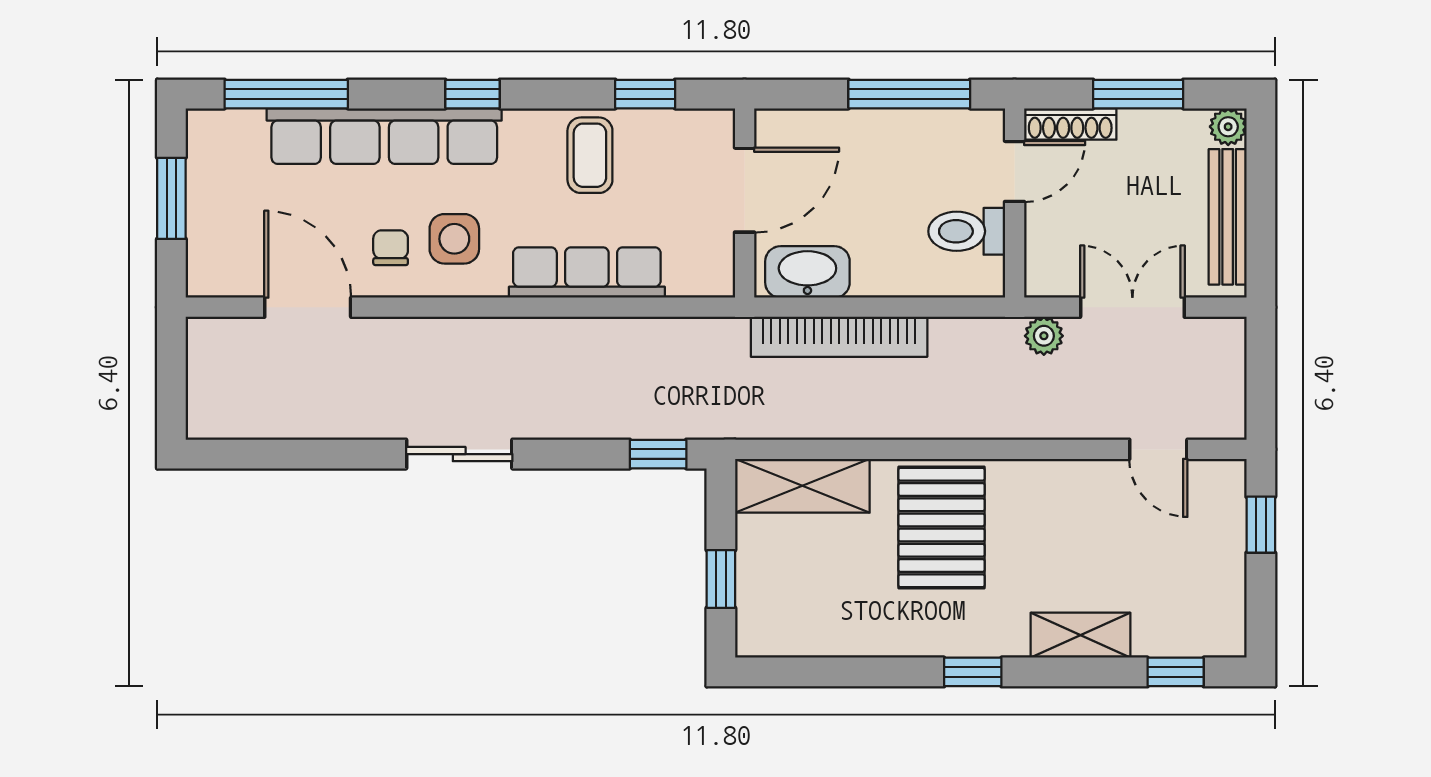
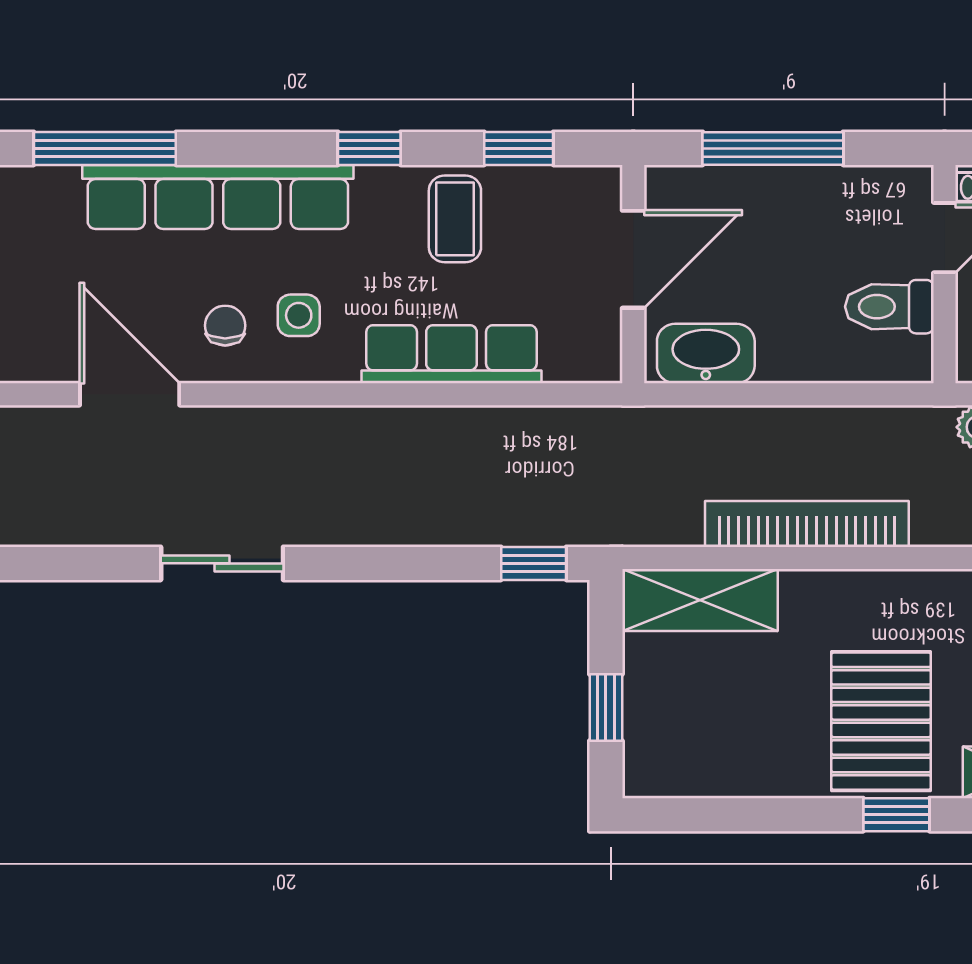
window: (472, 94) -> (369, 148), moved
window: (909, 94) -> (773, 148), moved
side table: (454, 239) -> (299, 315), width x0.73, depth x0.73
bookcase: (839, 337) -> (807, 524), moved, turned 180
sliding door: (459, 454) -> (222, 563), moved
pallet: (941, 527) -> (881, 721), moved

